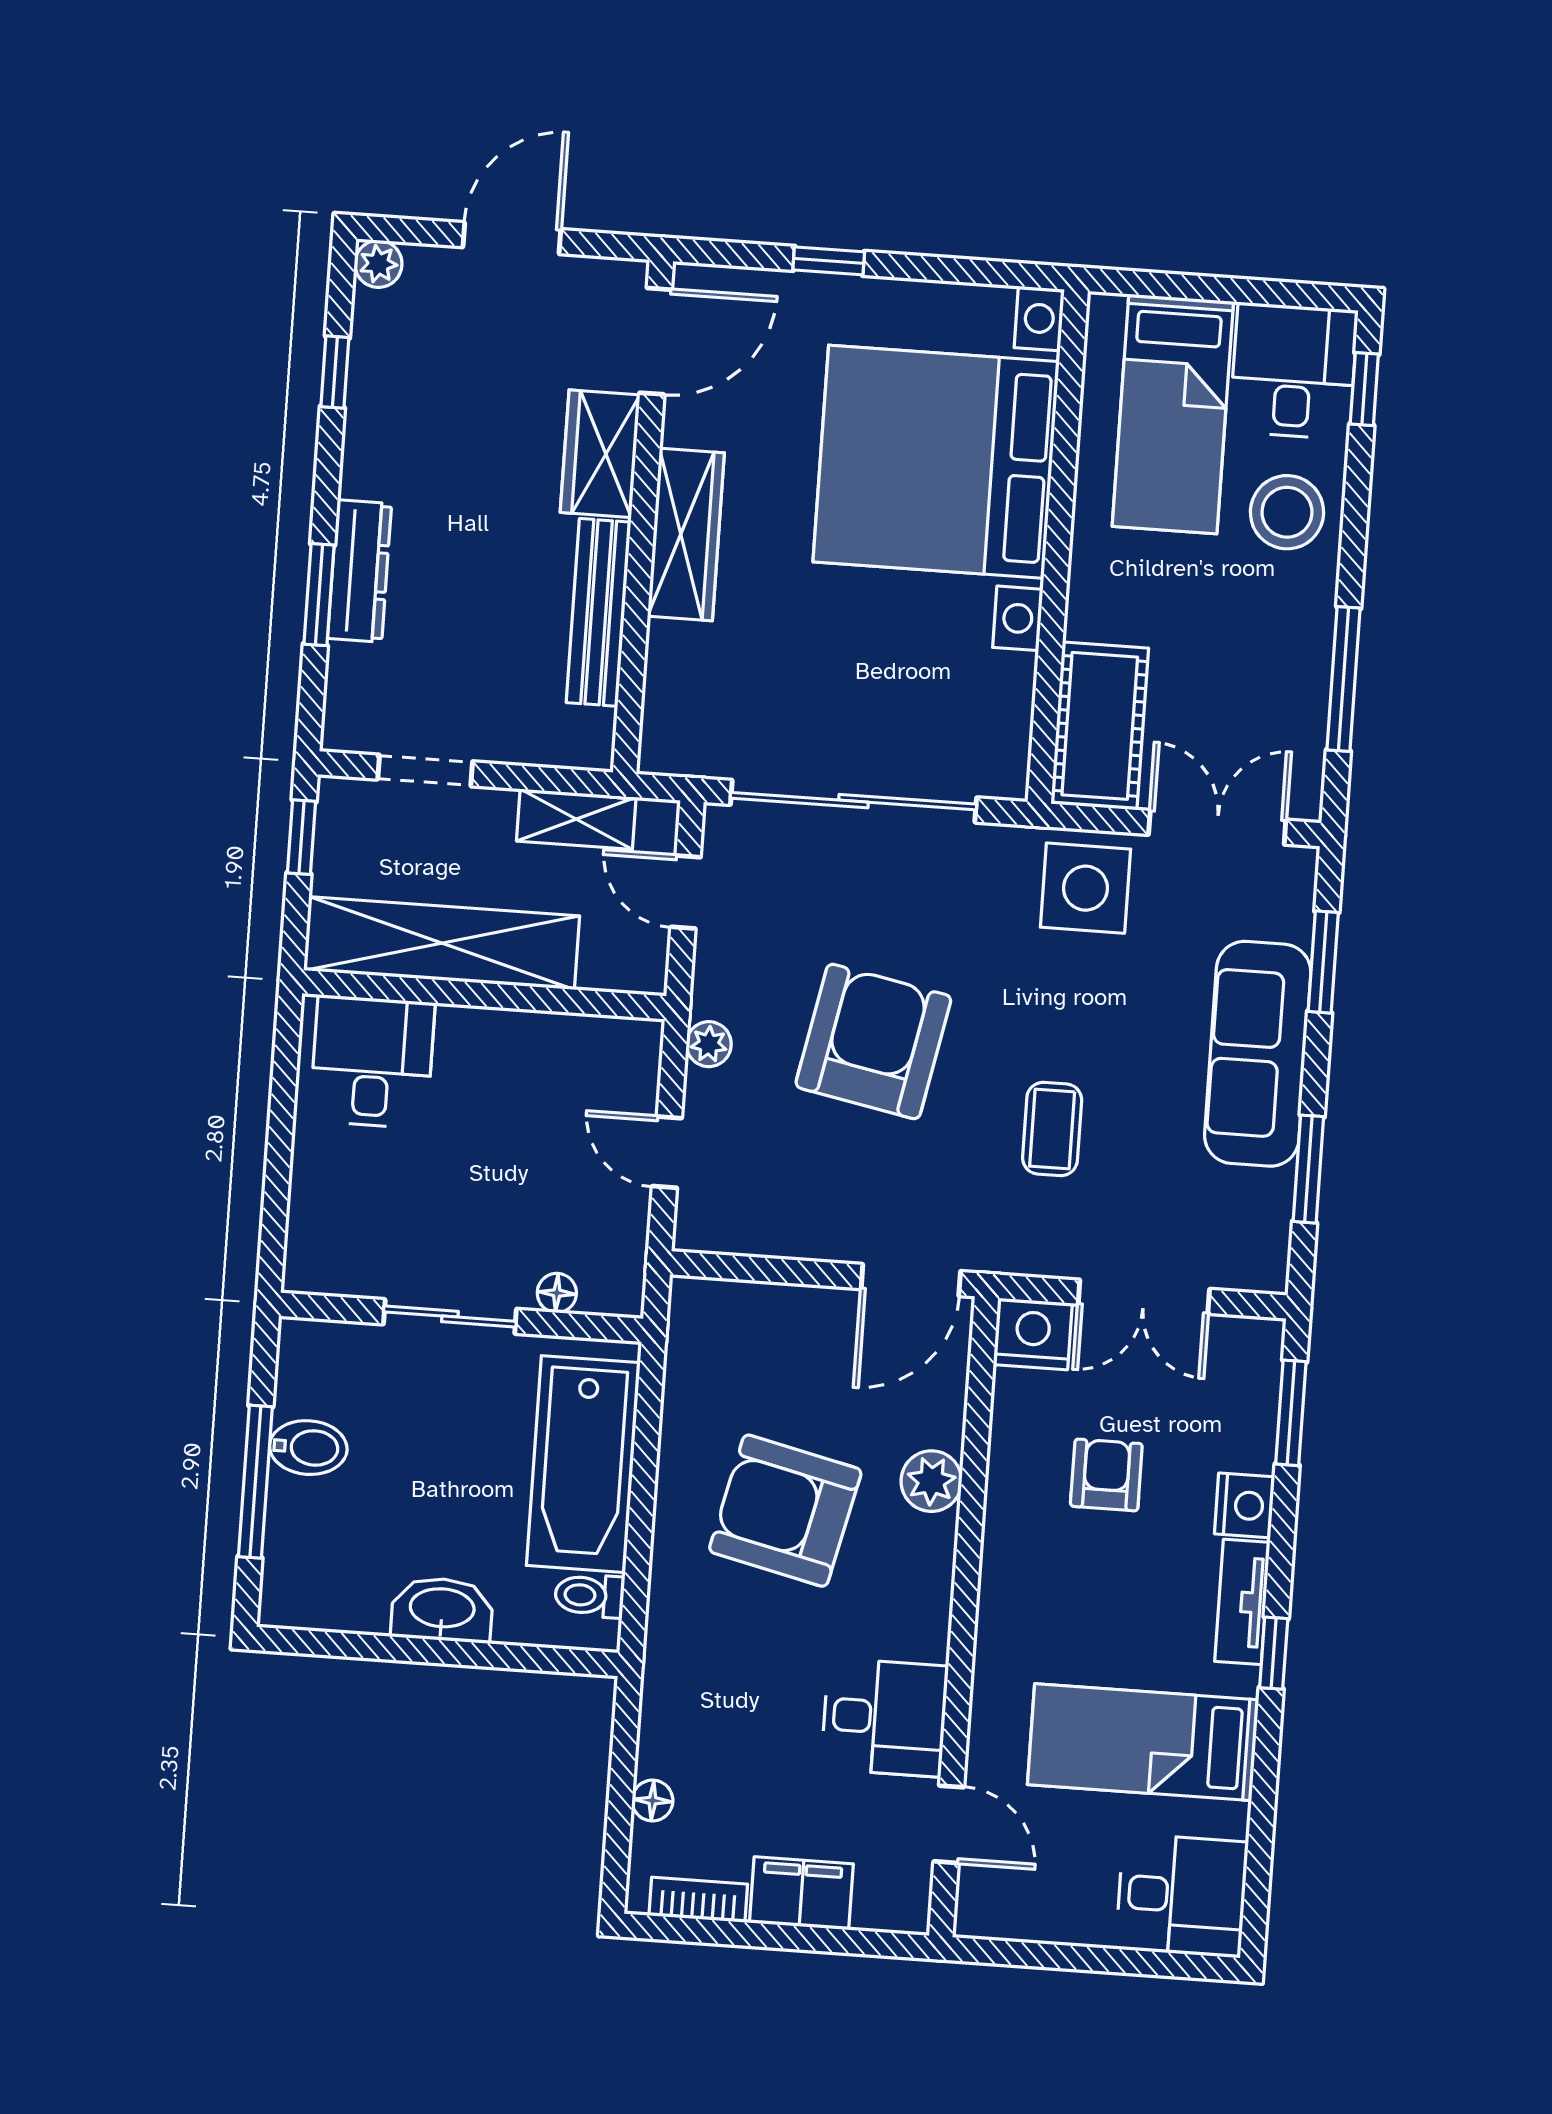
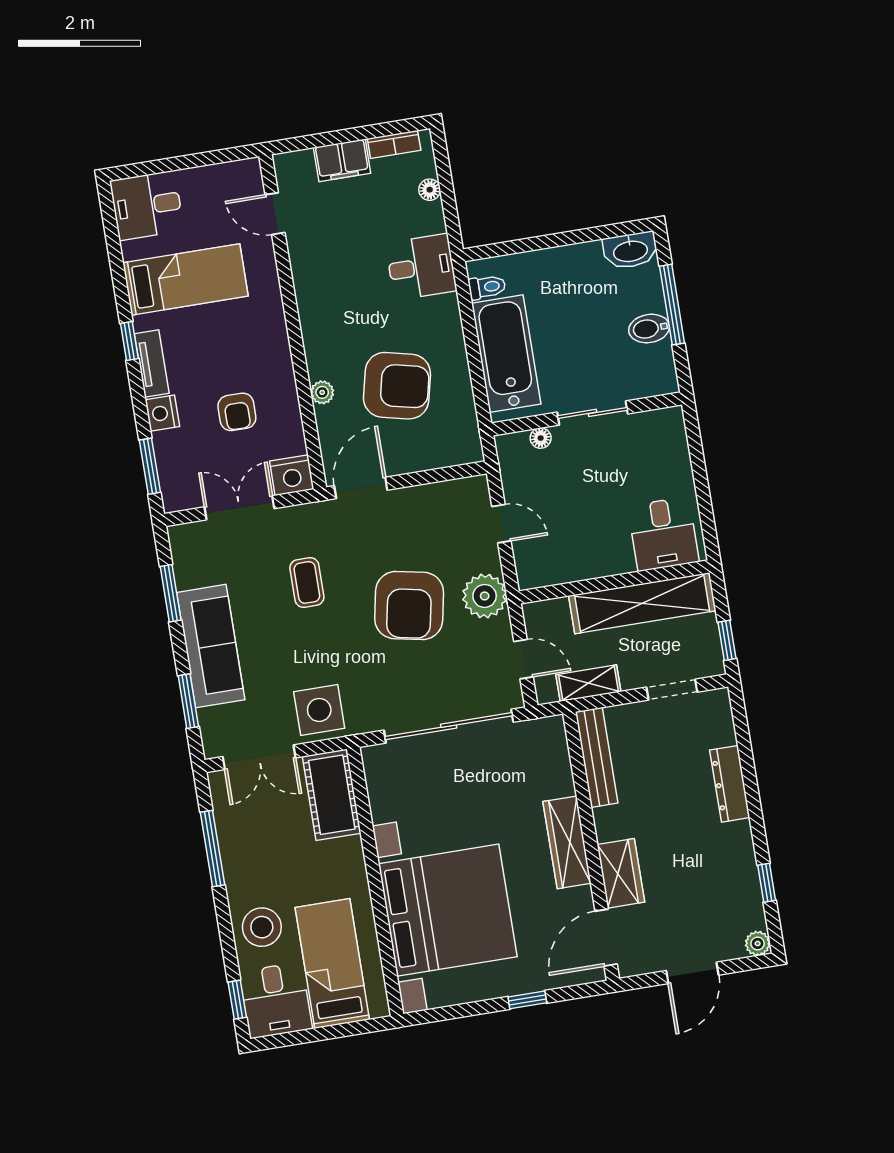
window: (319, 595) -> (748, 767), removed
bench: (599, 612) -> (597, 757), moved
plant: (709, 1044) -> (485, 596), width x1.88, depth x1.88
plant: (931, 1481) -> (322, 392), width x0.73, depth x0.73
armchair: (785, 1511) -> (397, 386), moved
washbasin: (442, 1610) -> (630, 250), moved
desk: (885, 1717) -> (421, 267), moved, turned 180

